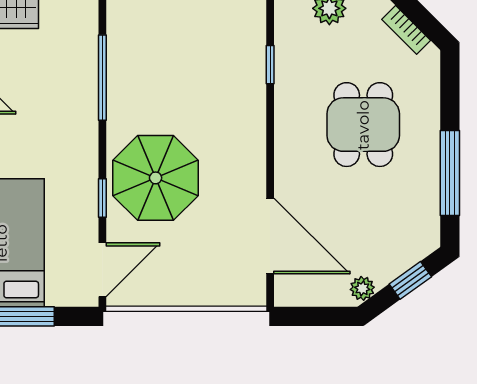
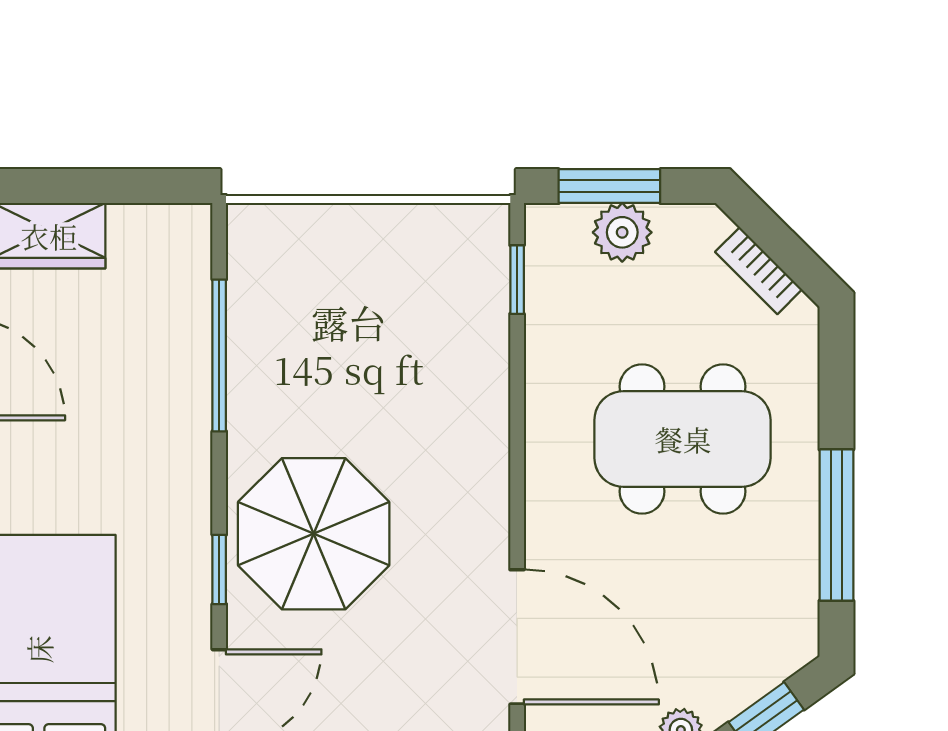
window: (270, 65) -> (517, 280), moved
dining table: (363, 125) -> (683, 439), width x1.38

